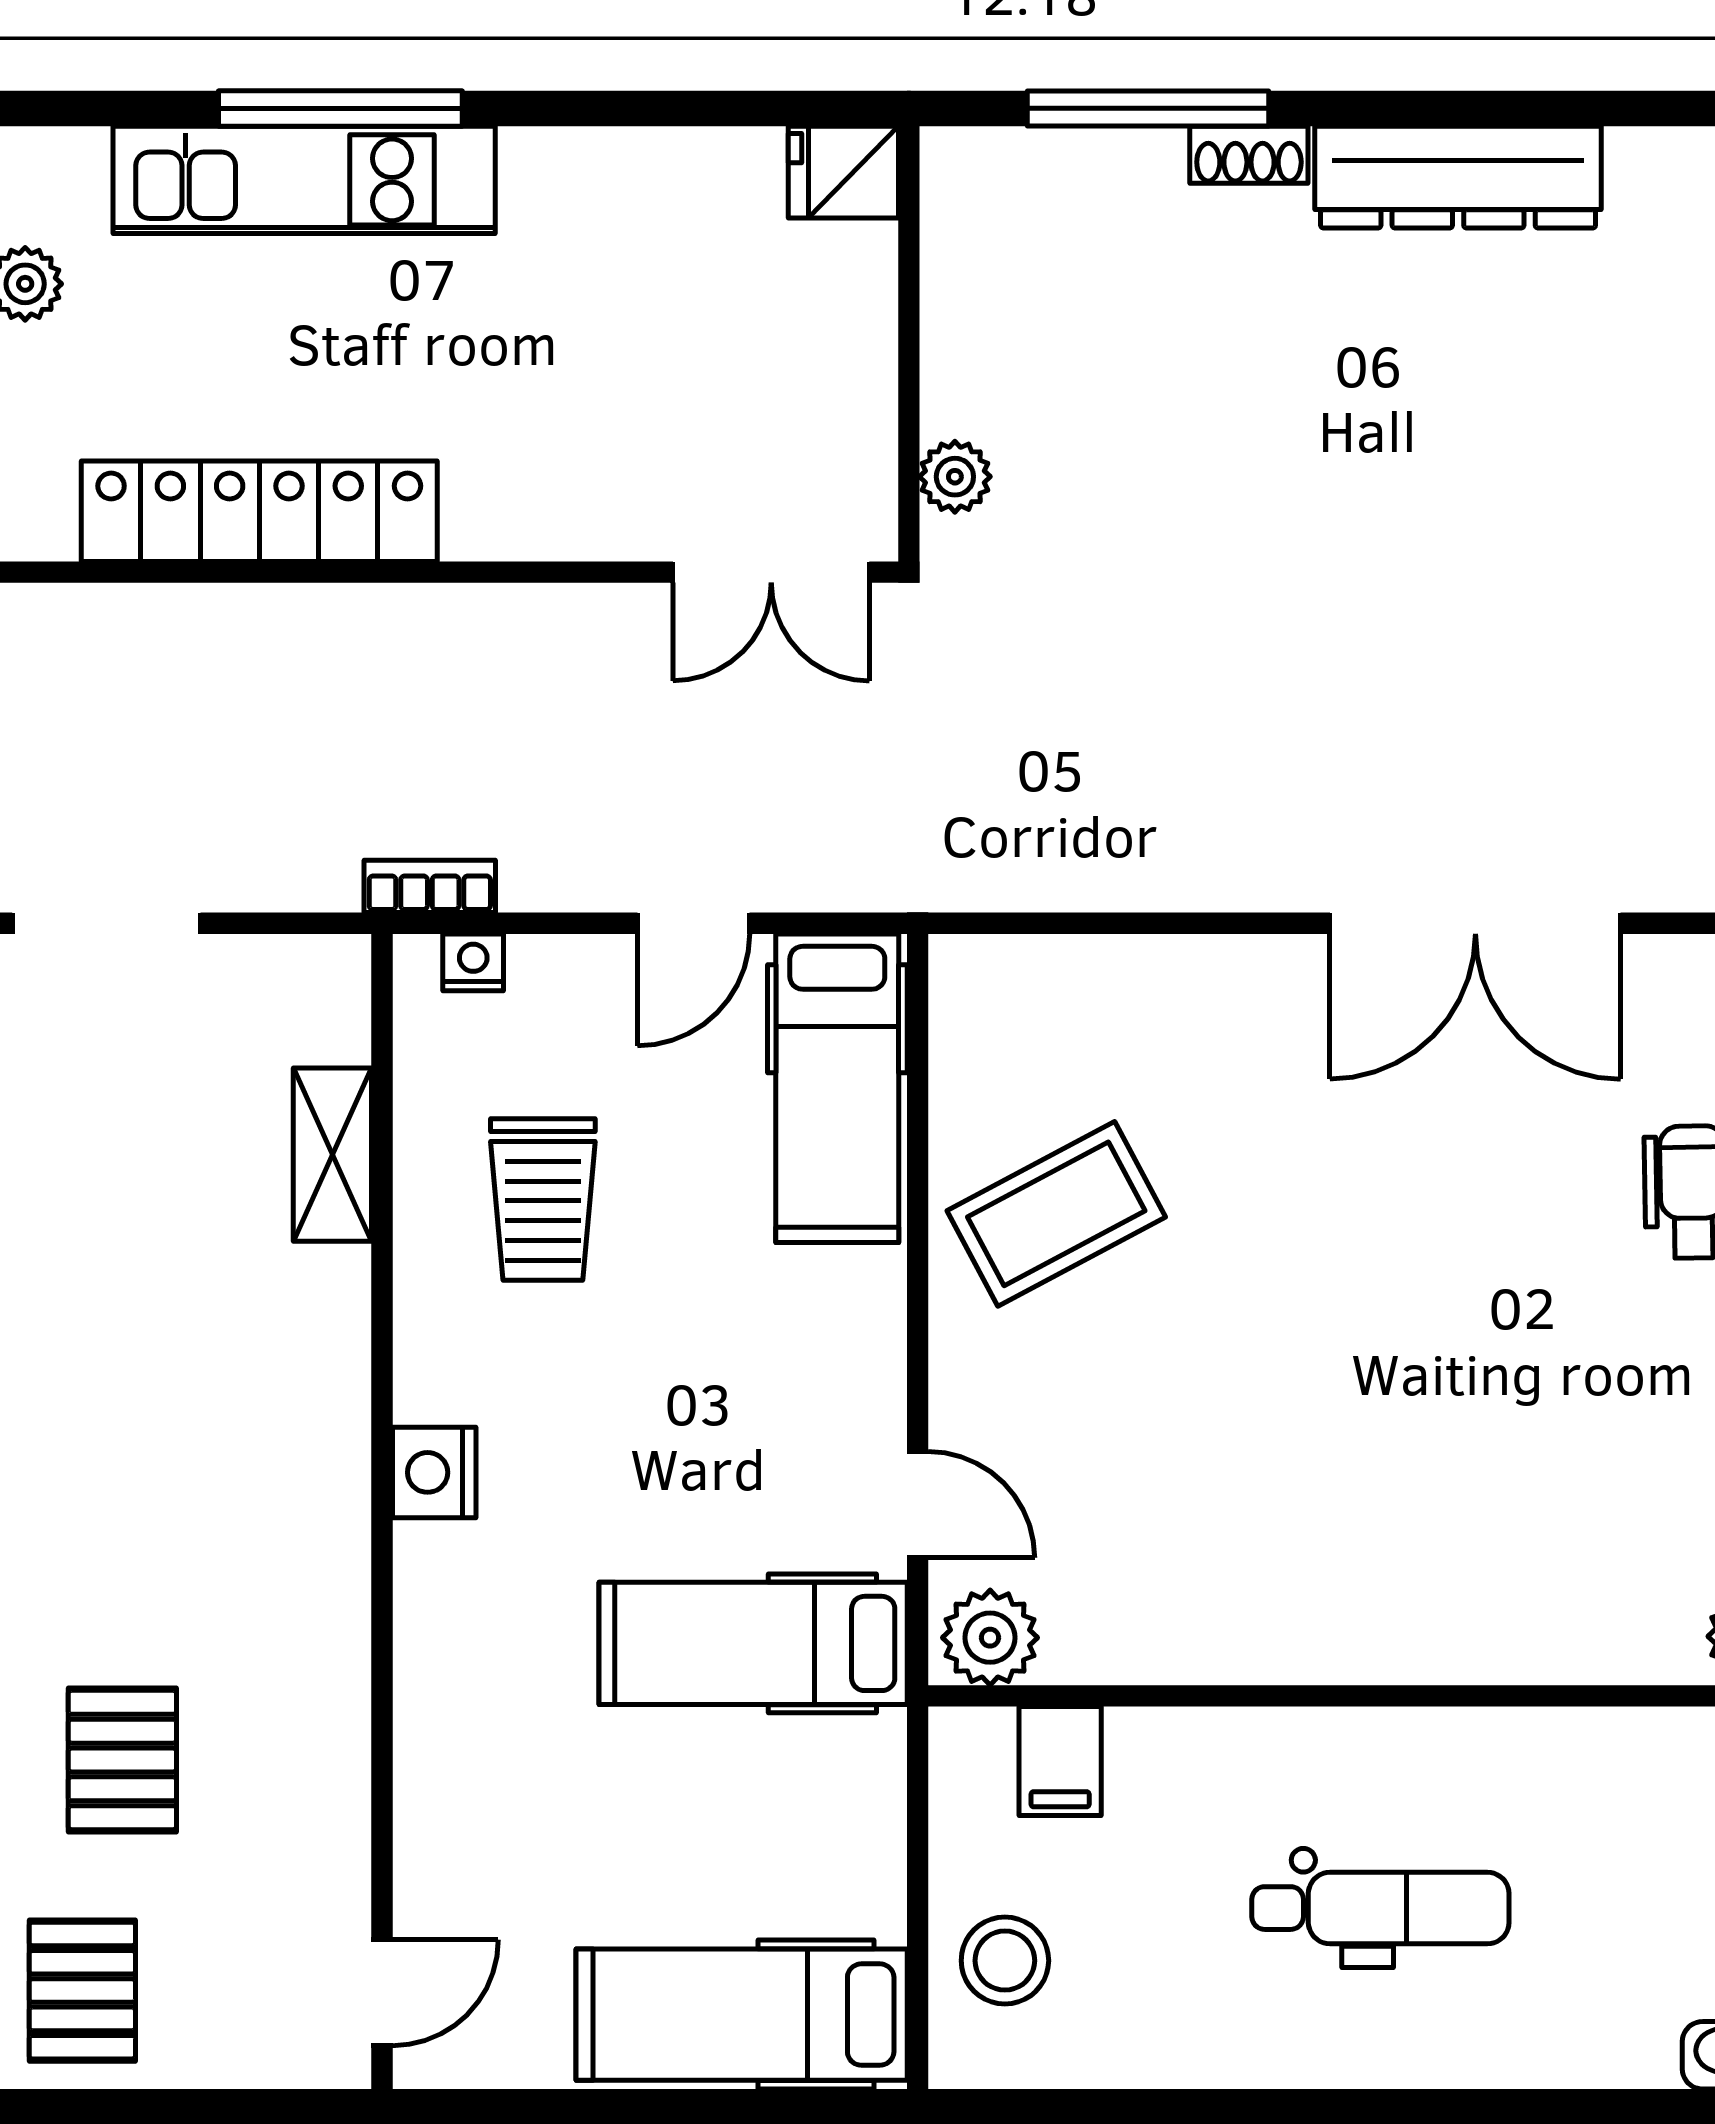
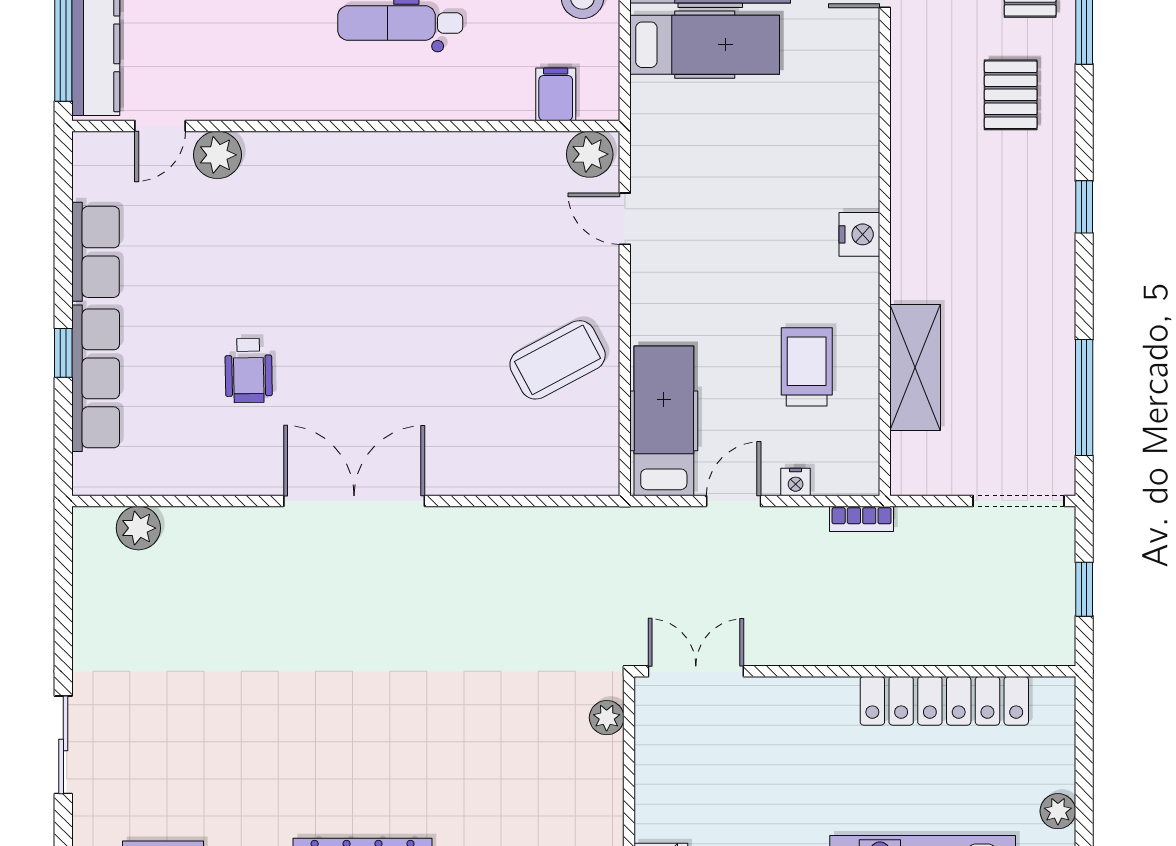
nightstand: (473, 962) -> (796, 482), moved
shelving: (332, 1155) -> (915, 368), width x1.50, depth x1.33
hospital bed: (753, 1643) -> (705, 45), moved

